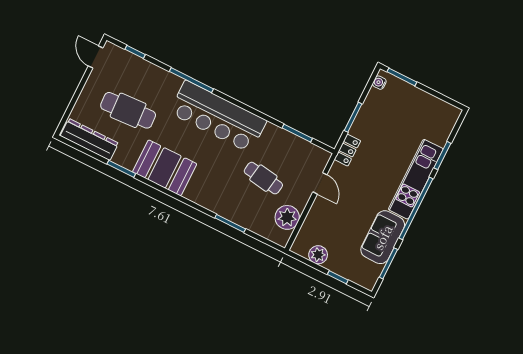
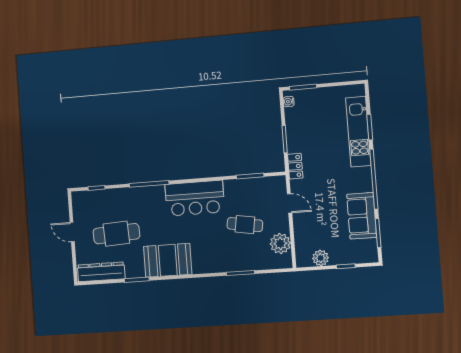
door: (96, 57) -> (72, 232), moved
bar counter: (218, 117) -> (195, 198), width x0.73
kitchen unit: (416, 179) -> (358, 132), moved

